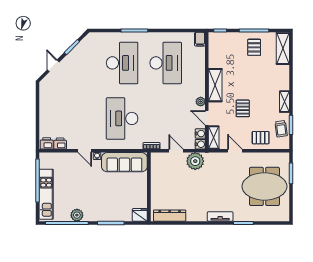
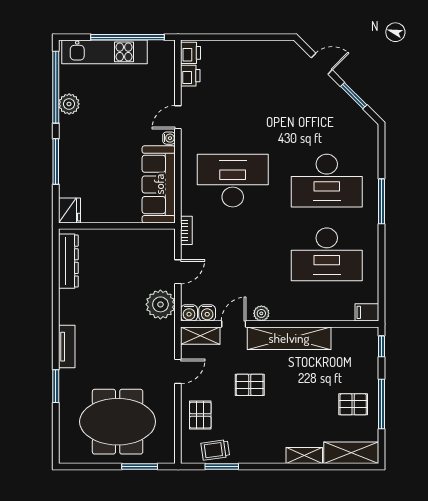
shelving: (215, 85) -> (289, 338), width x1.47
shelving: (284, 102) -> (304, 456), moved
meeting table: (264, 186) -> (118, 422), turned 90

